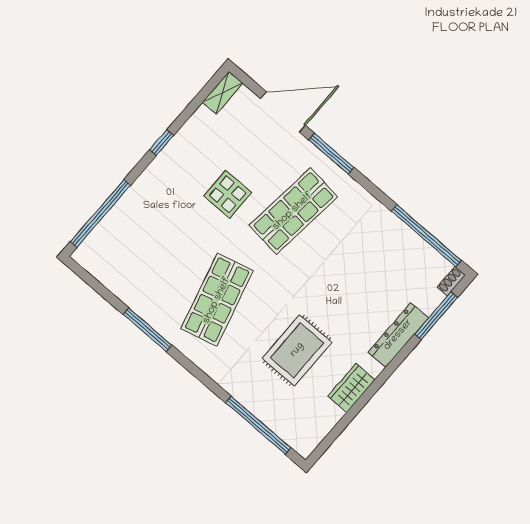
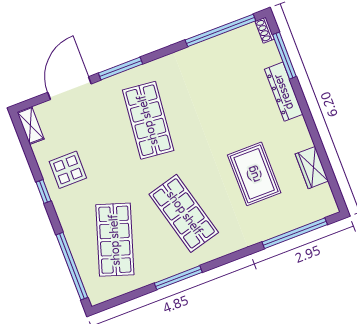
display table: (228, 194) -> (68, 170), moved
shop shelf: (152, 243) -> (115, 240), added
wardrobe: (351, 388) -> (312, 168), moved

